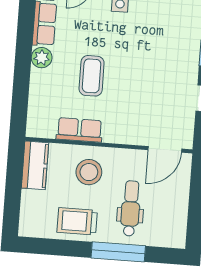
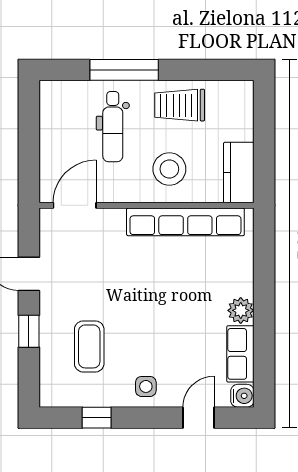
coffee table: (92, 76) -> (89, 346), moved
row of seats: (79, 130) -> (185, 222), width x2.02
trolley: (77, 221) -> (180, 105), turned 180

